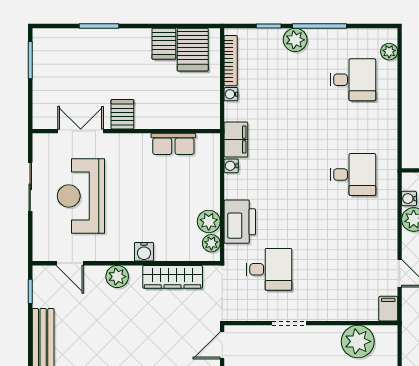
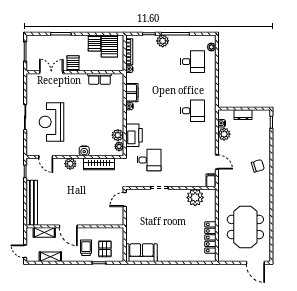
server rack: (122, 114) -> (73, 63), moved
double door: (81, 131) -> (51, 72), moved
wall: (126, 131) -> (75, 72), moved
row of seats: (173, 144) -> (99, 79), moved

